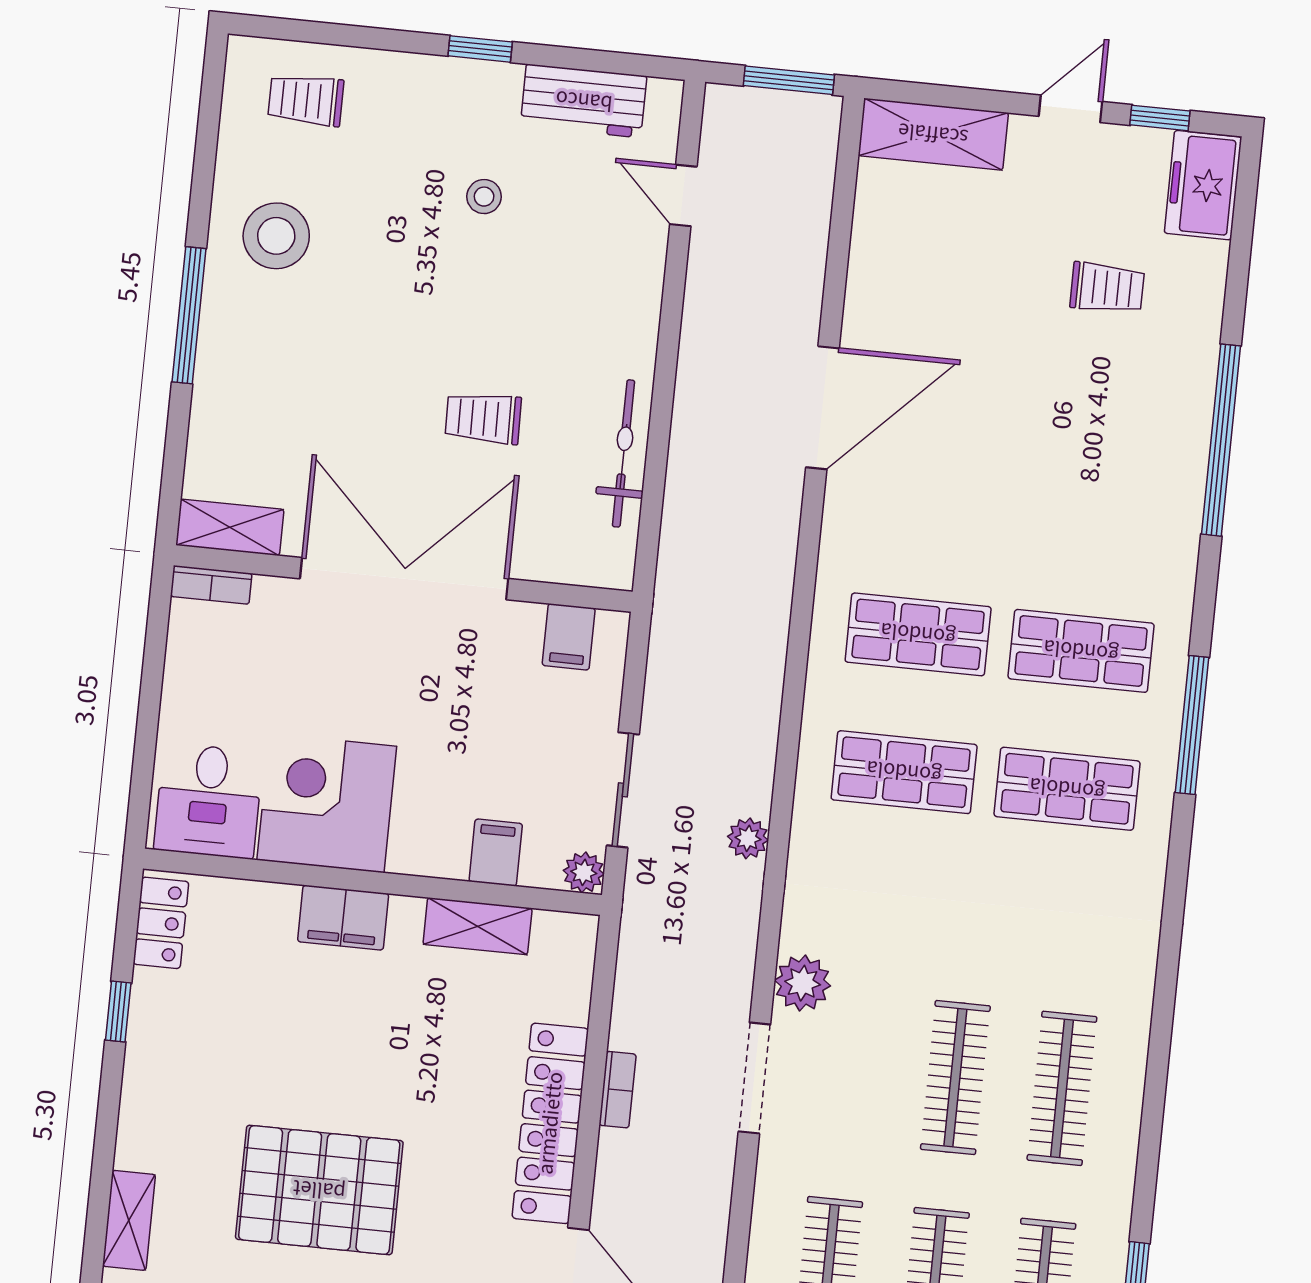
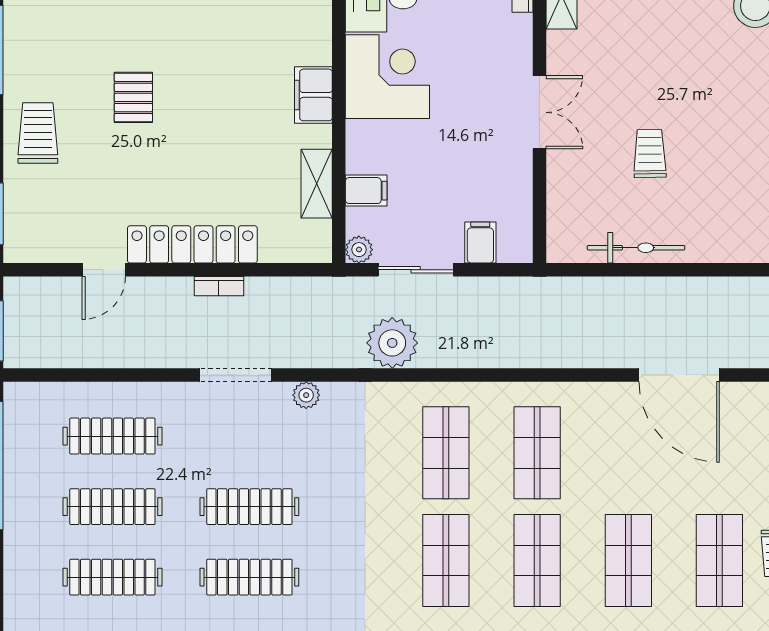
shop shelf: (1109, 375) -> (719, 561), added
shop shelf: (1095, 513) -> (628, 561), added
double door: (404, 579) -> (539, 112), width x0.54
filing cabinet: (569, 637) -> (480, 243), moved, turned 90
plant: (748, 838) -> (392, 343), width x1.87, depth x1.87
plant: (803, 983) -> (306, 395), width x0.73, depth x0.73
pallet: (319, 1190) -> (133, 97), width x0.49, depth x0.50

